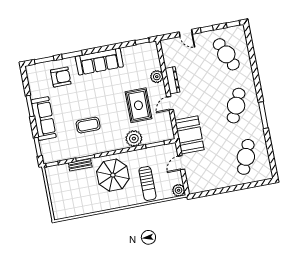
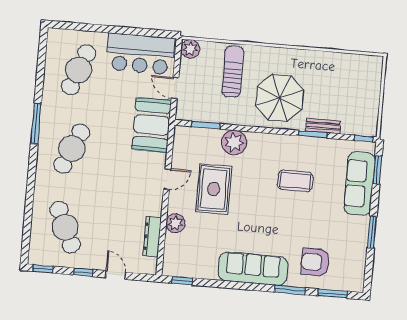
dresser: (172, 80) -> (152, 237), moved
sofa: (44, 119) -> (359, 184), moved
door: (181, 163) -> (175, 88), swing flipped
bar counter: (209, 178) -> (141, 54), added

